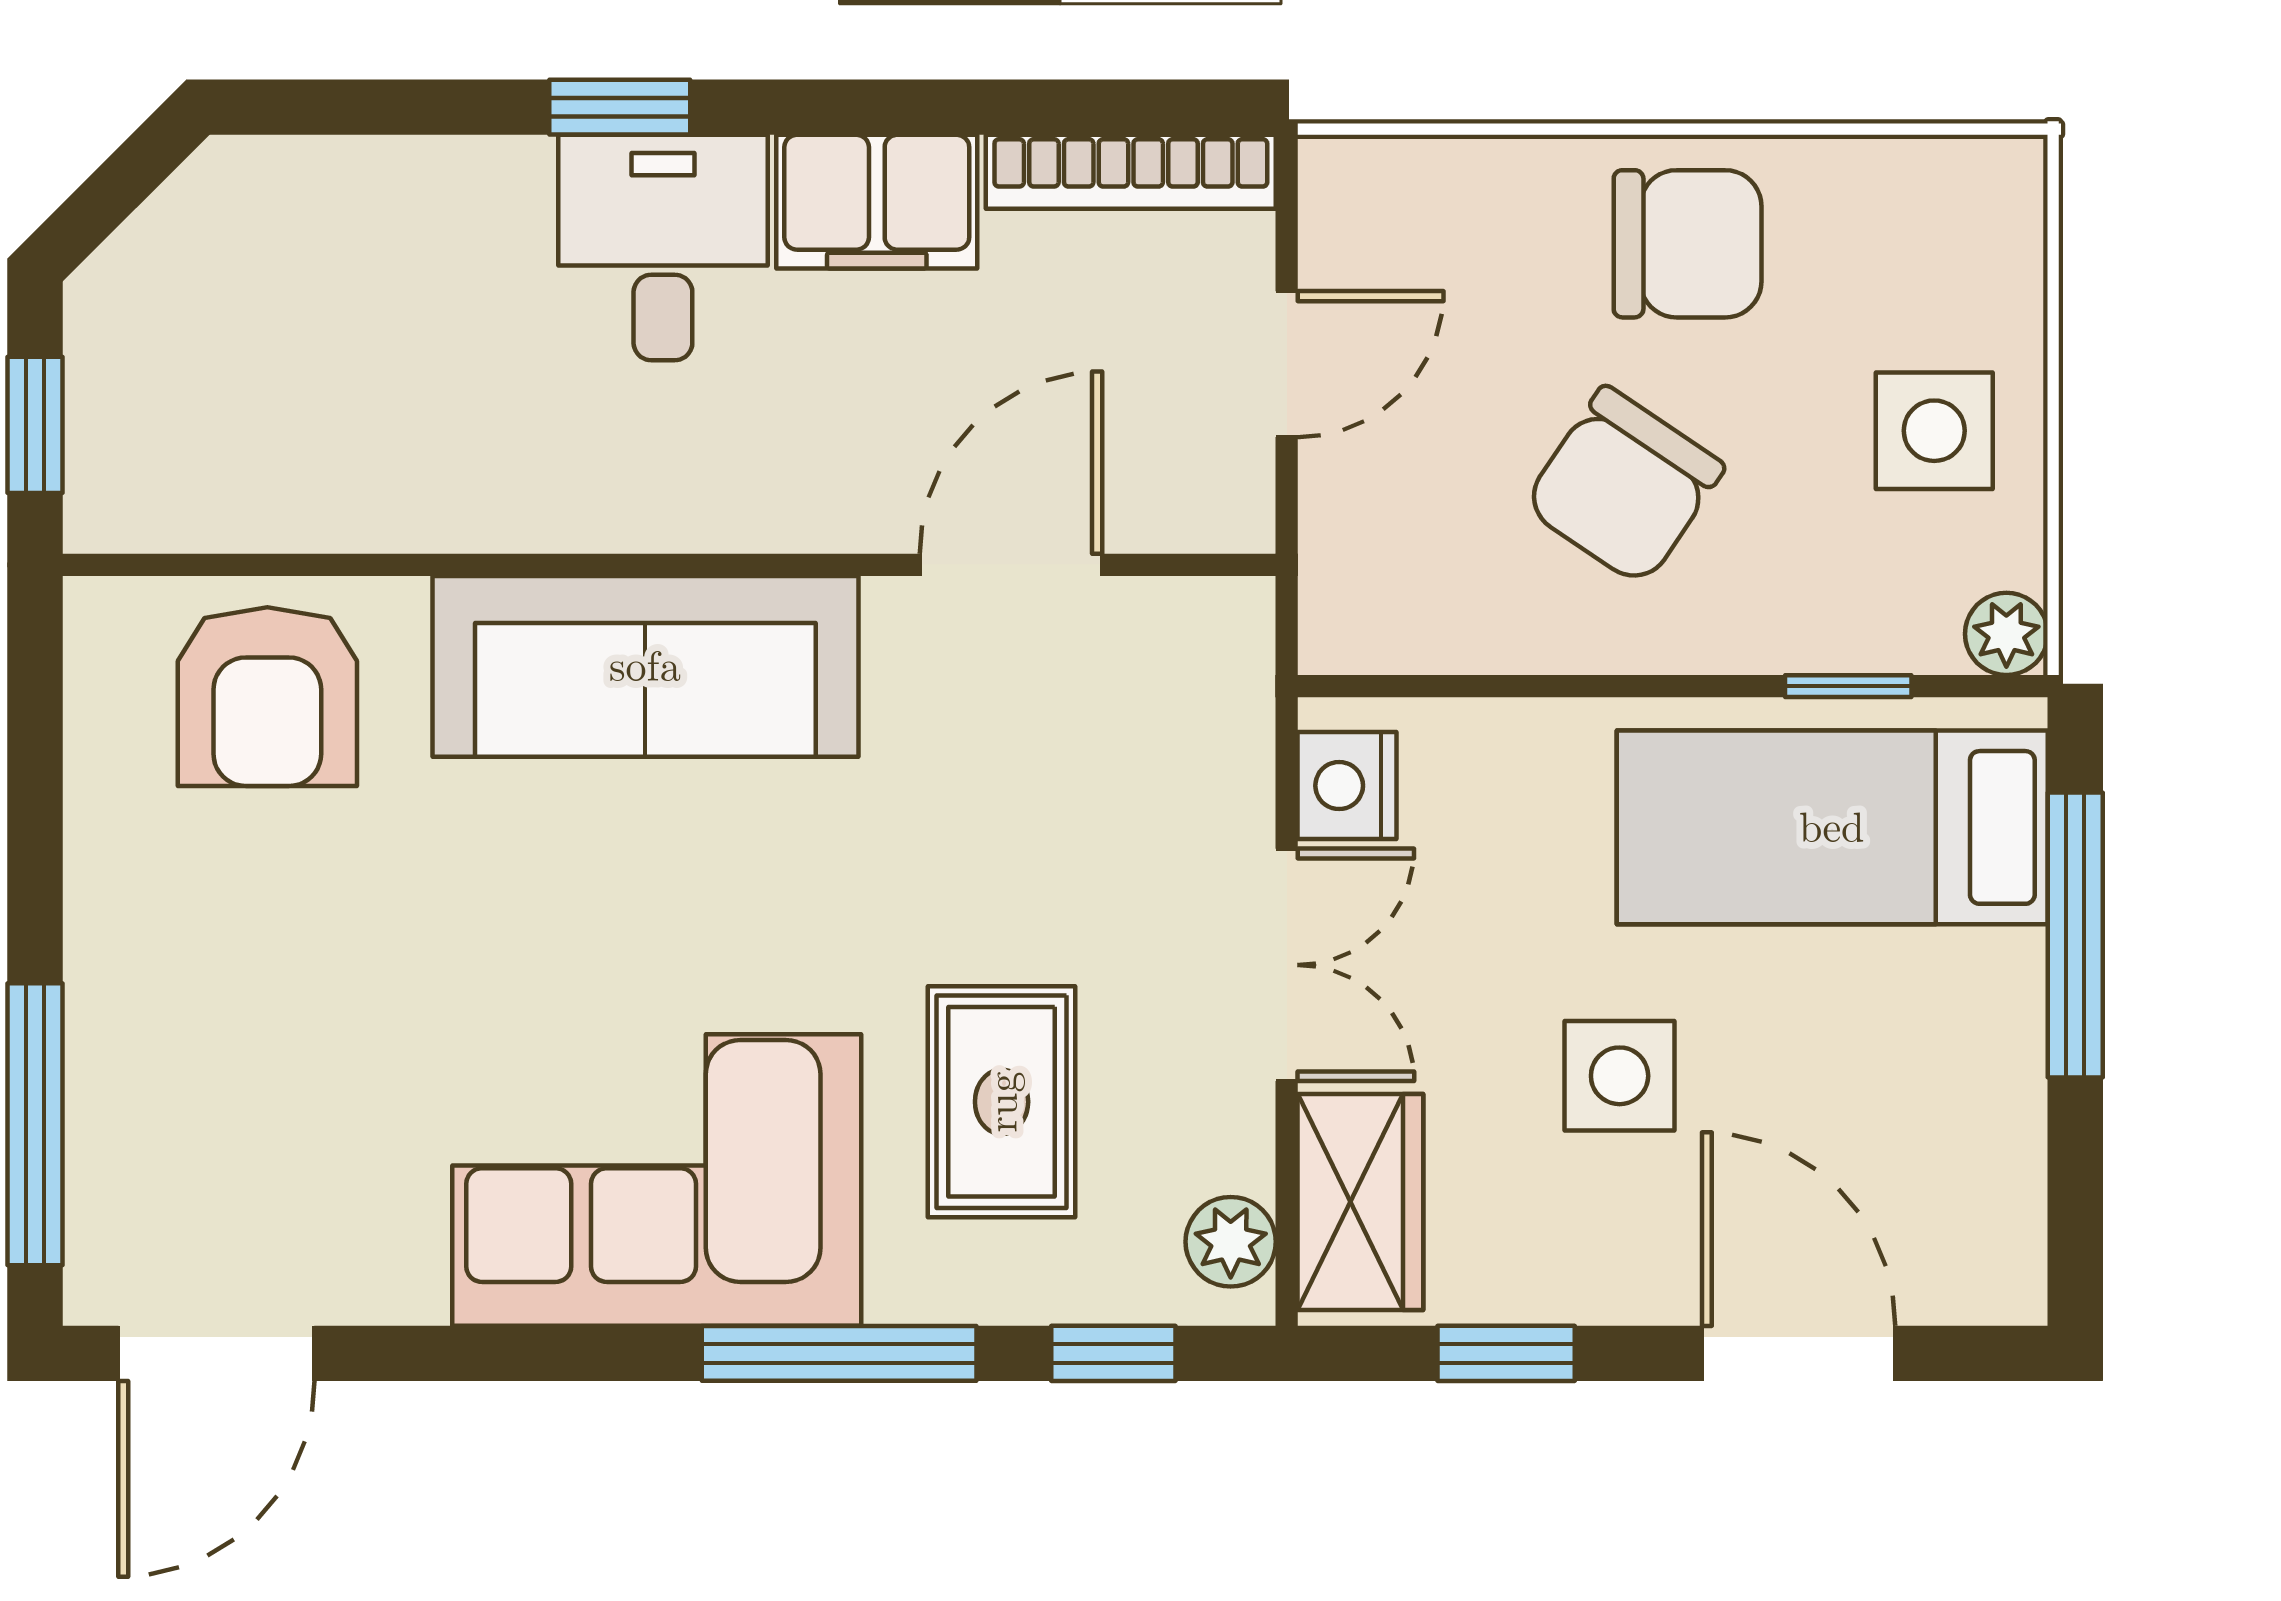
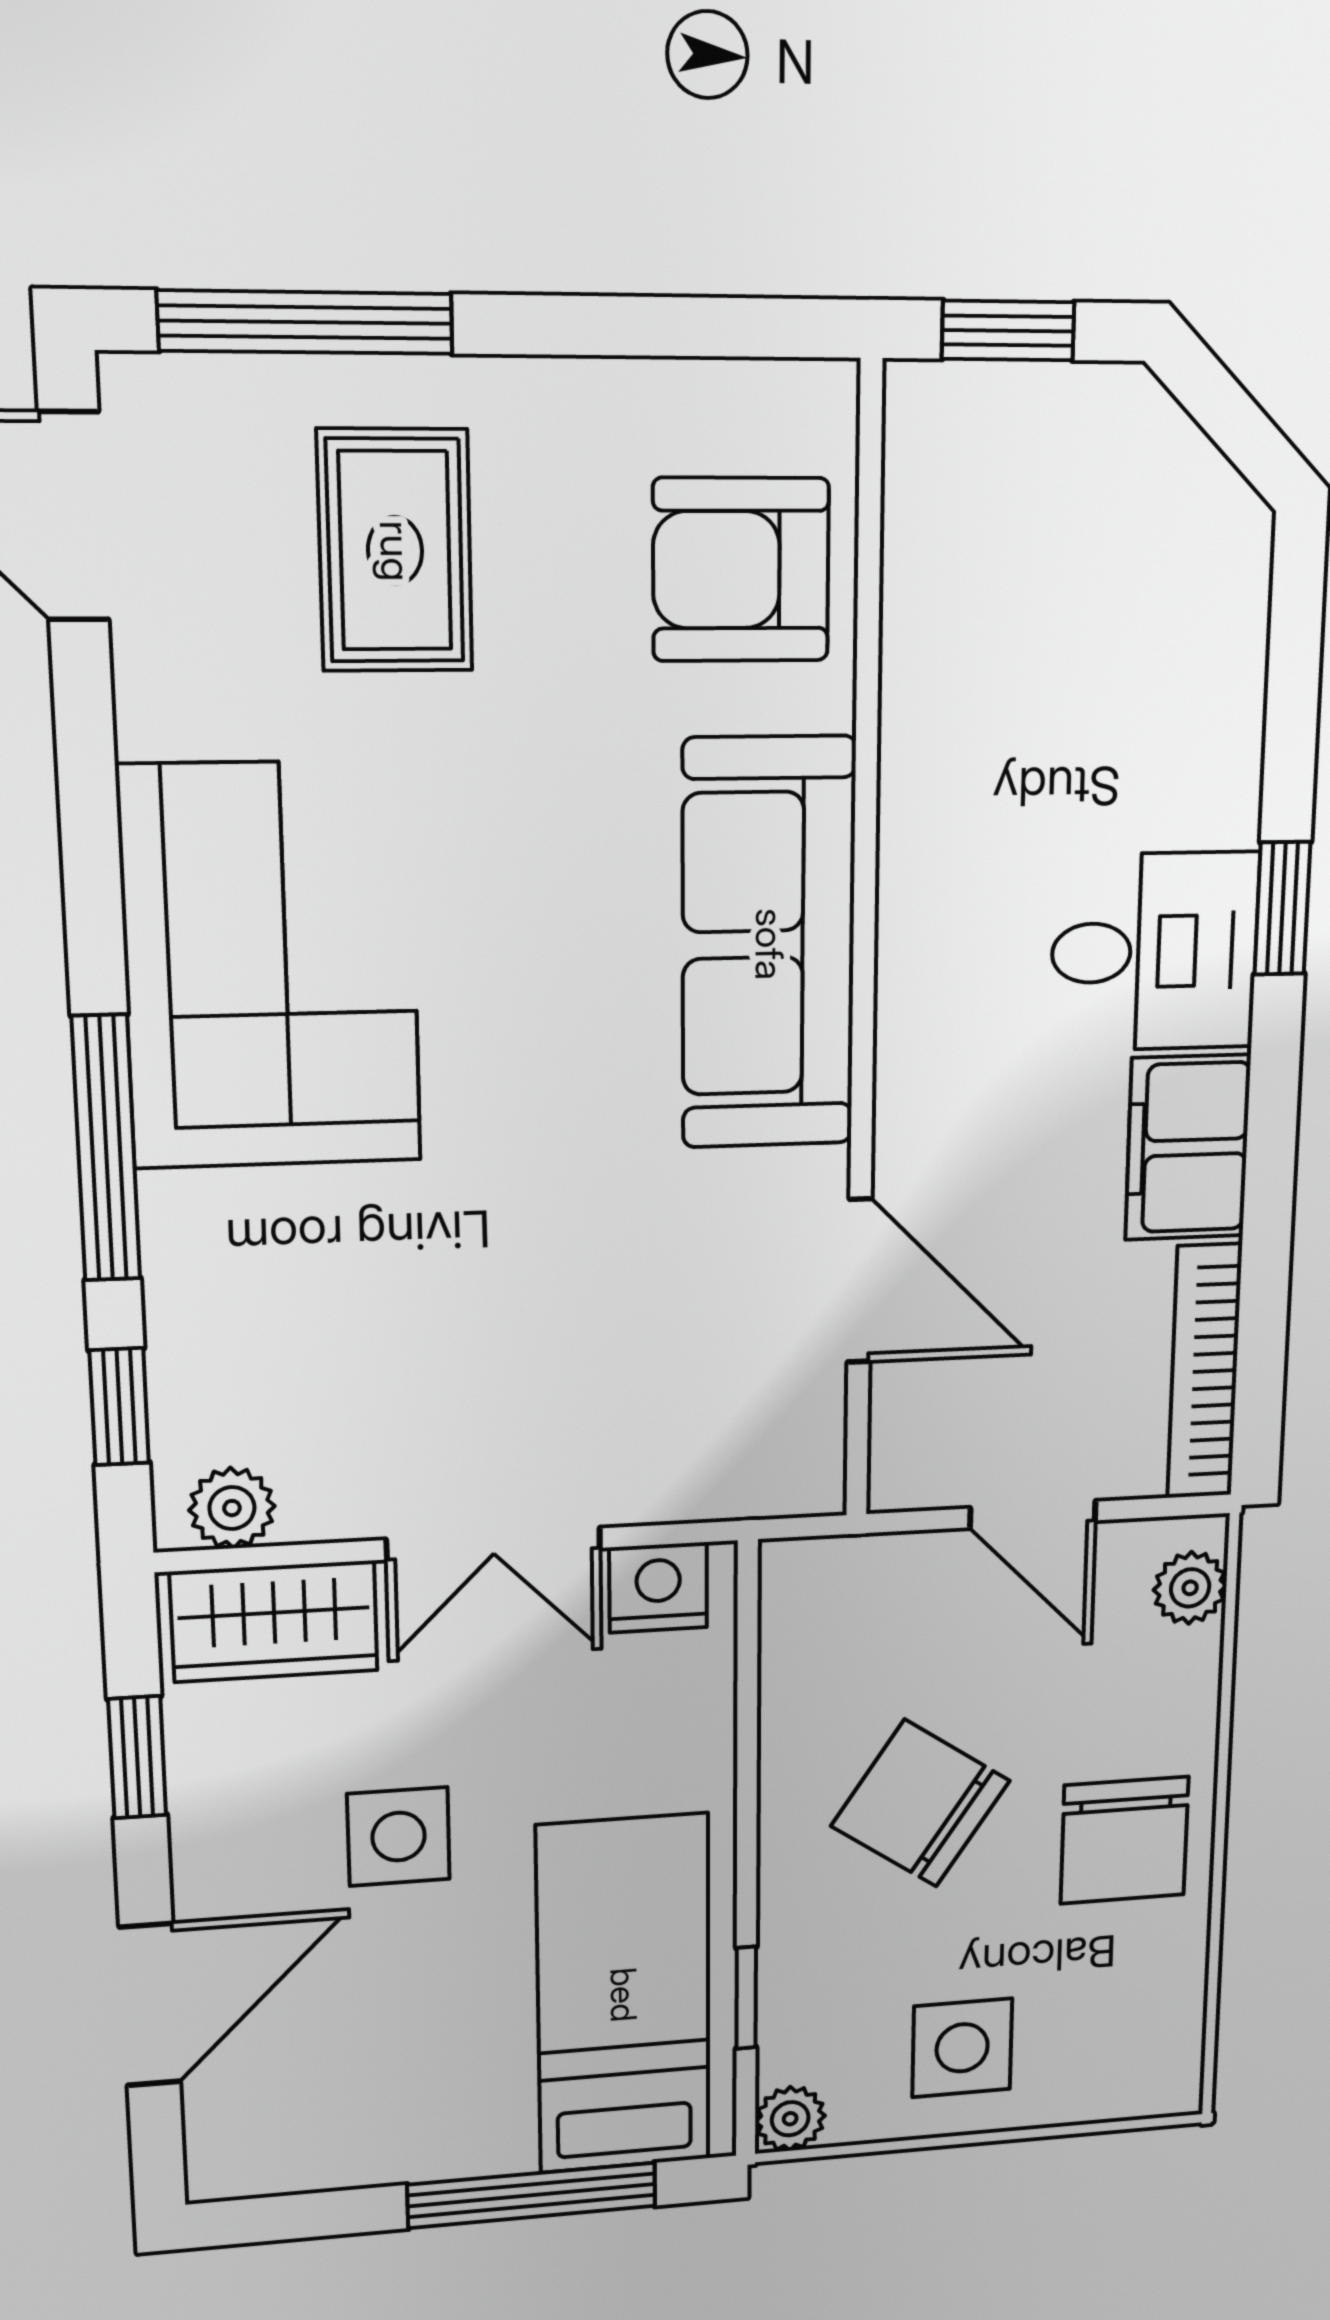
plant: (1384, 178) -> (1190, 1588), added
rug: (1002, 1102) -> (395, 551), moved, turned 90

